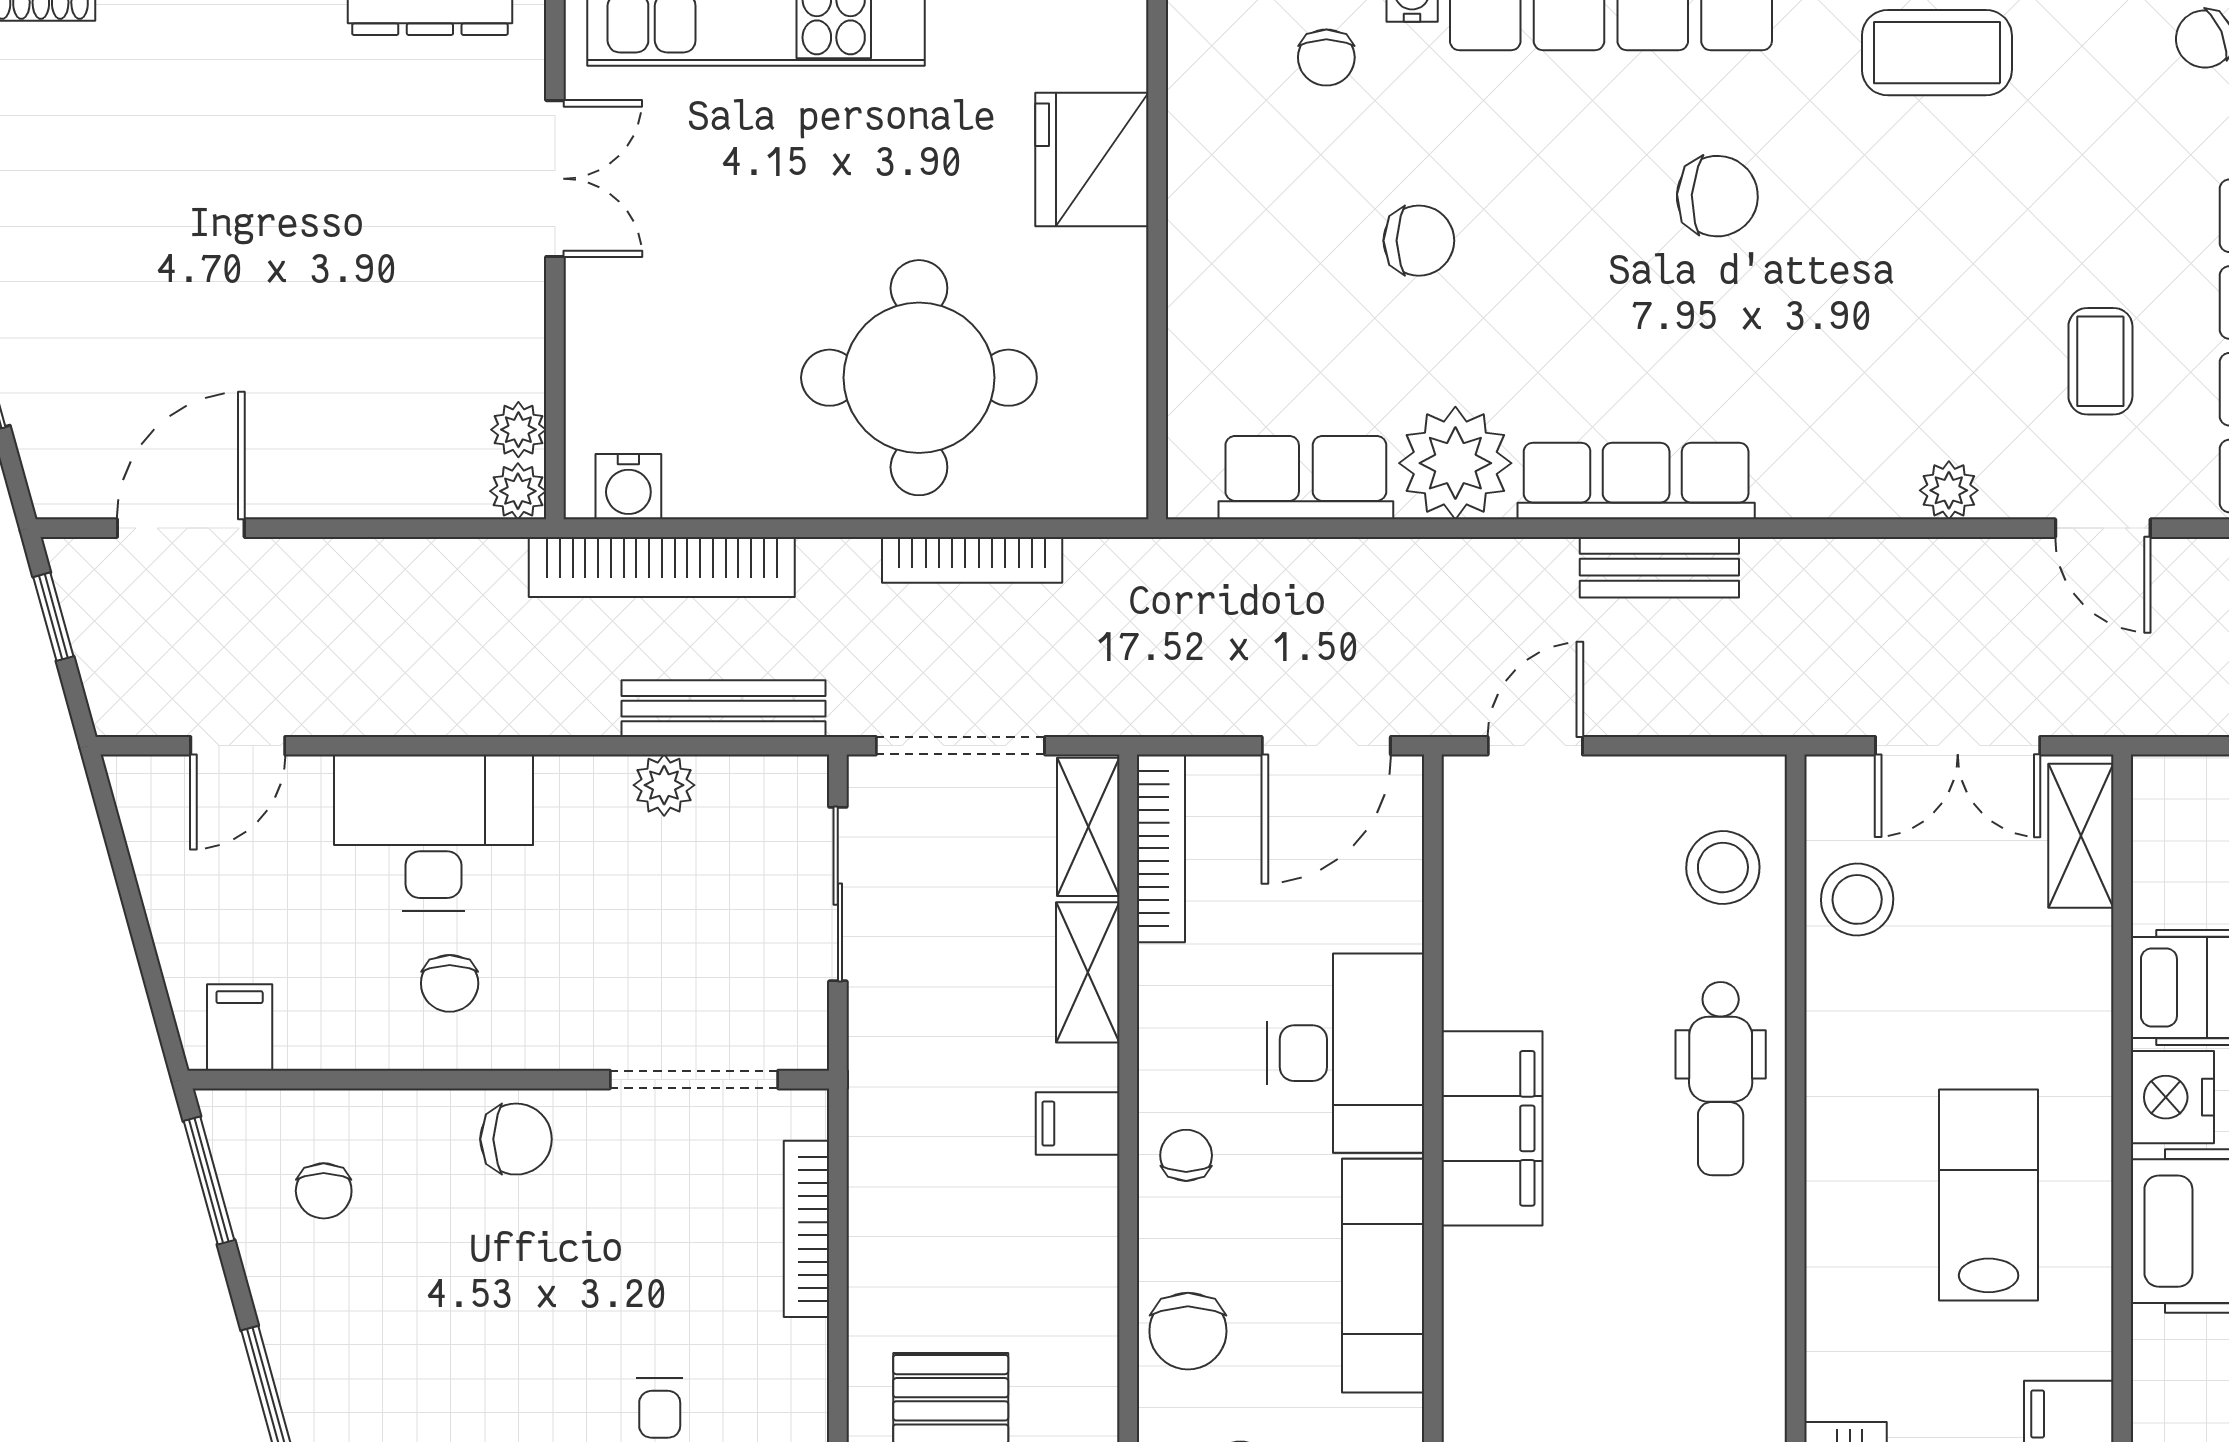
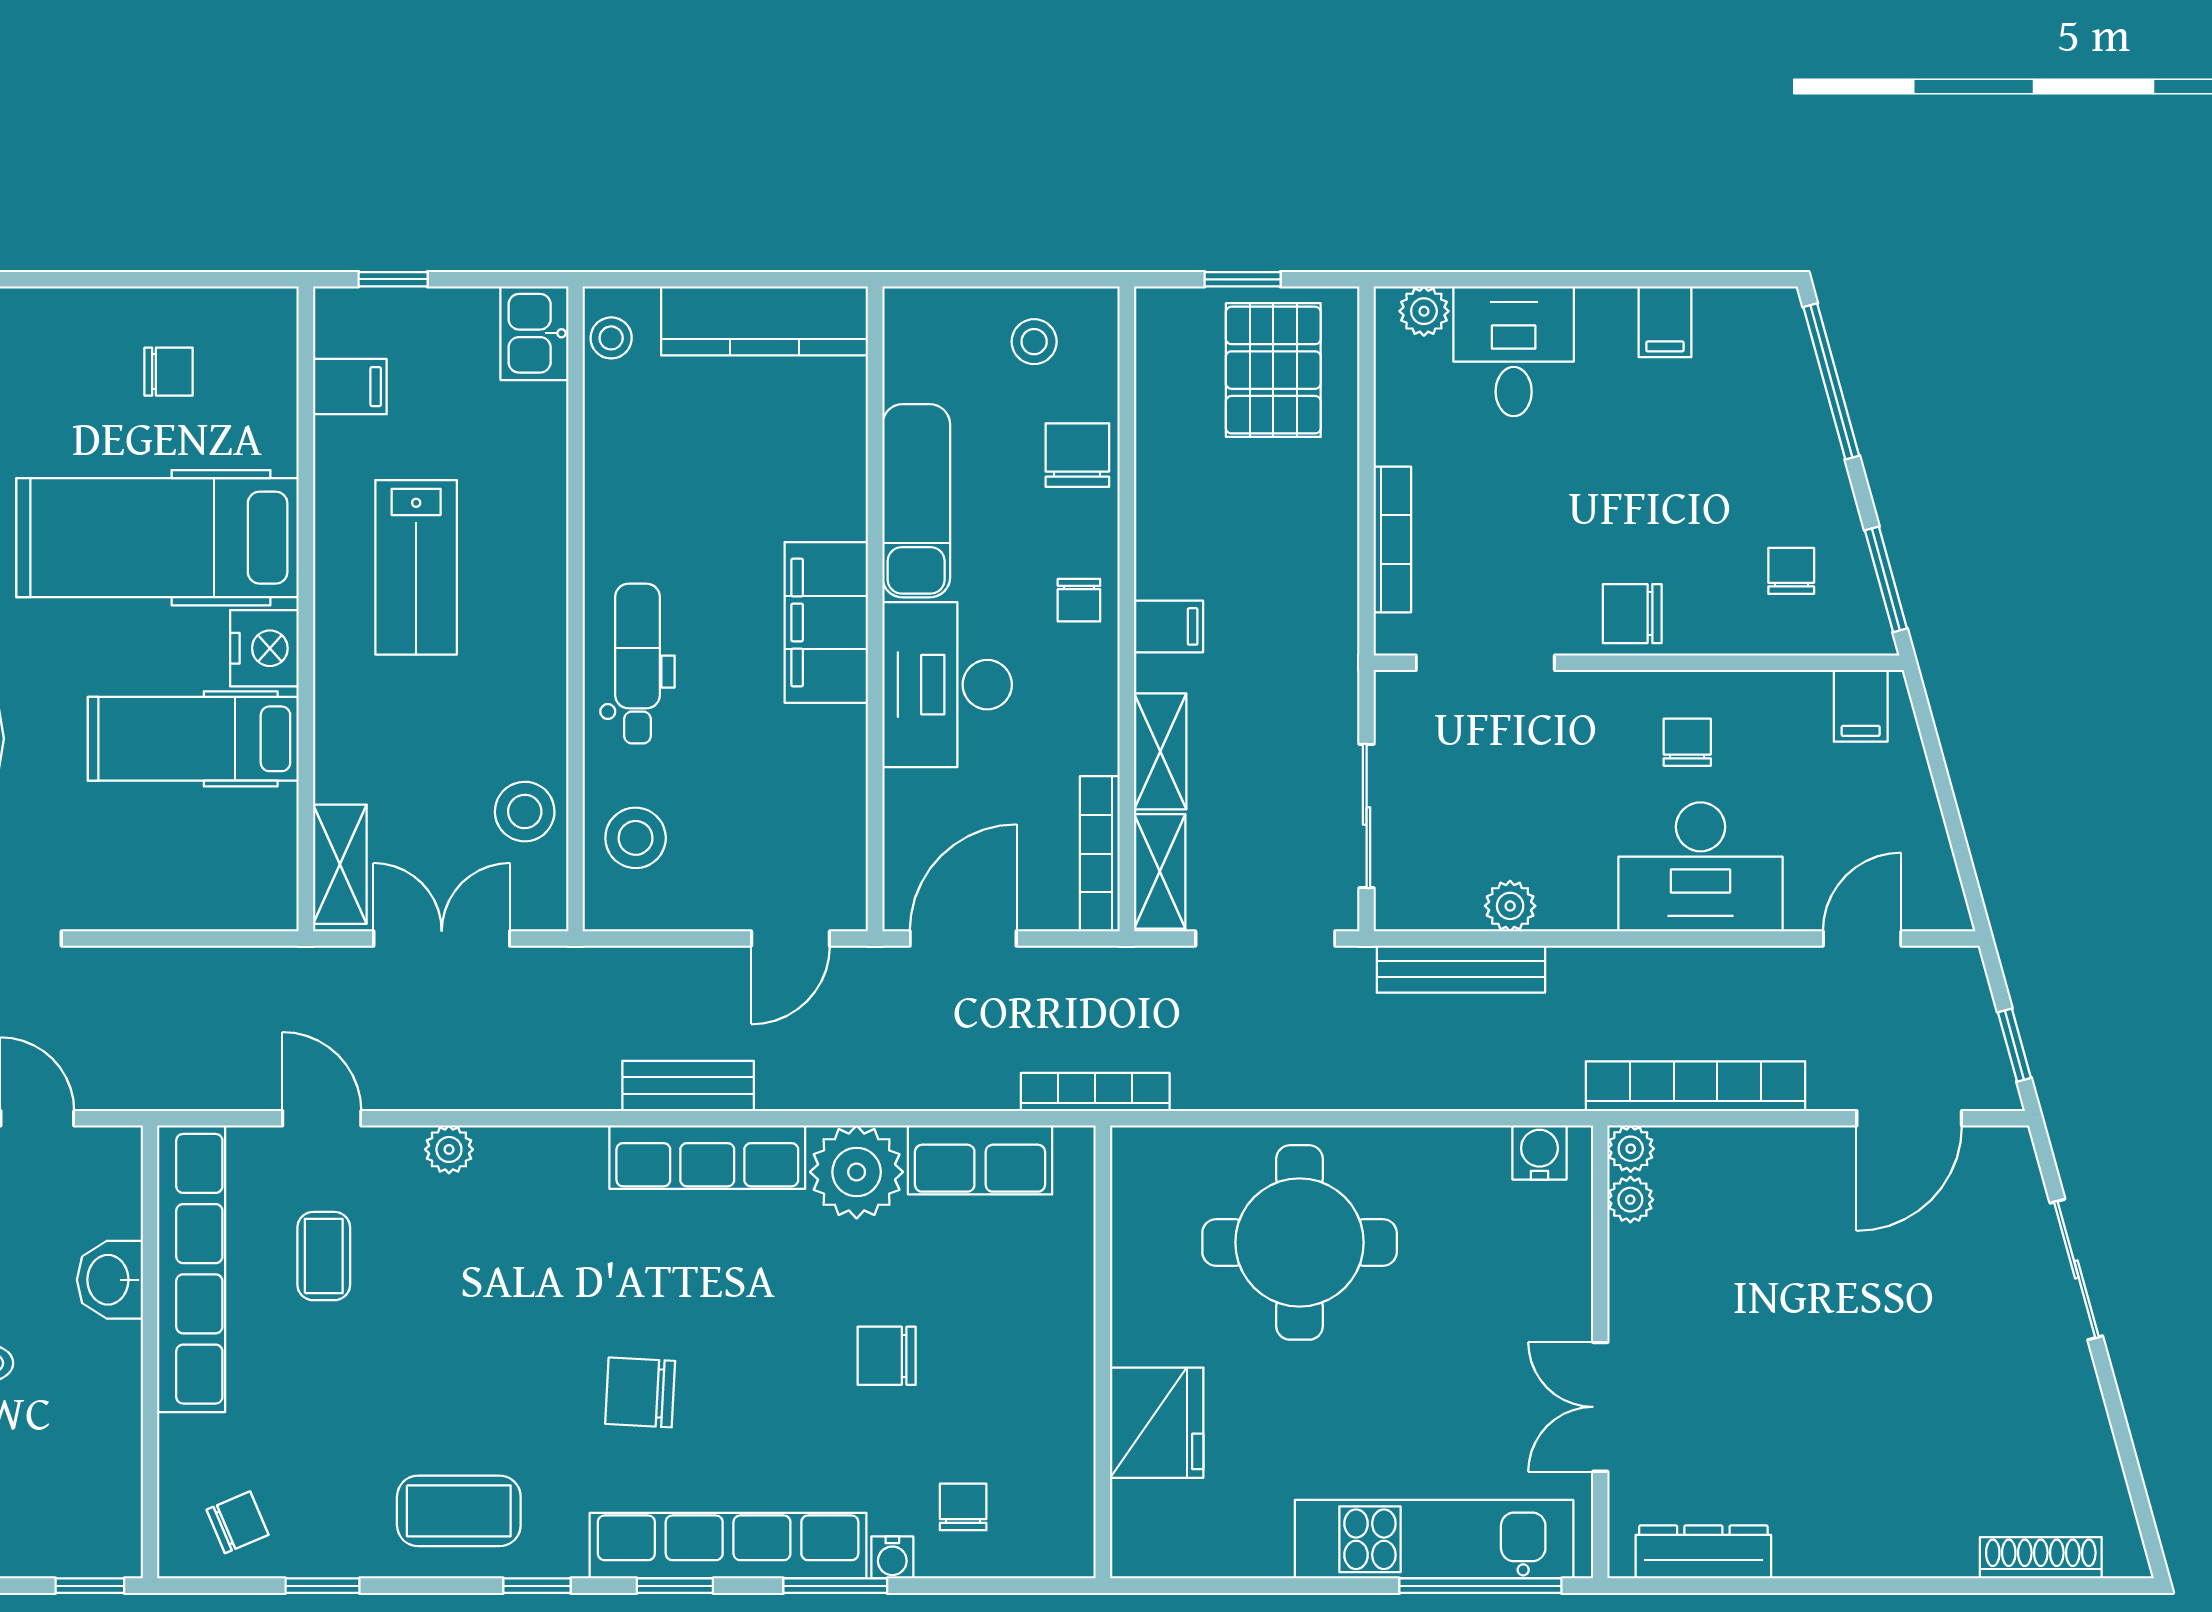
bookcase: (972, 560) -> (1095, 1092), moved
bookcase: (662, 567) -> (1696, 1086), moved

